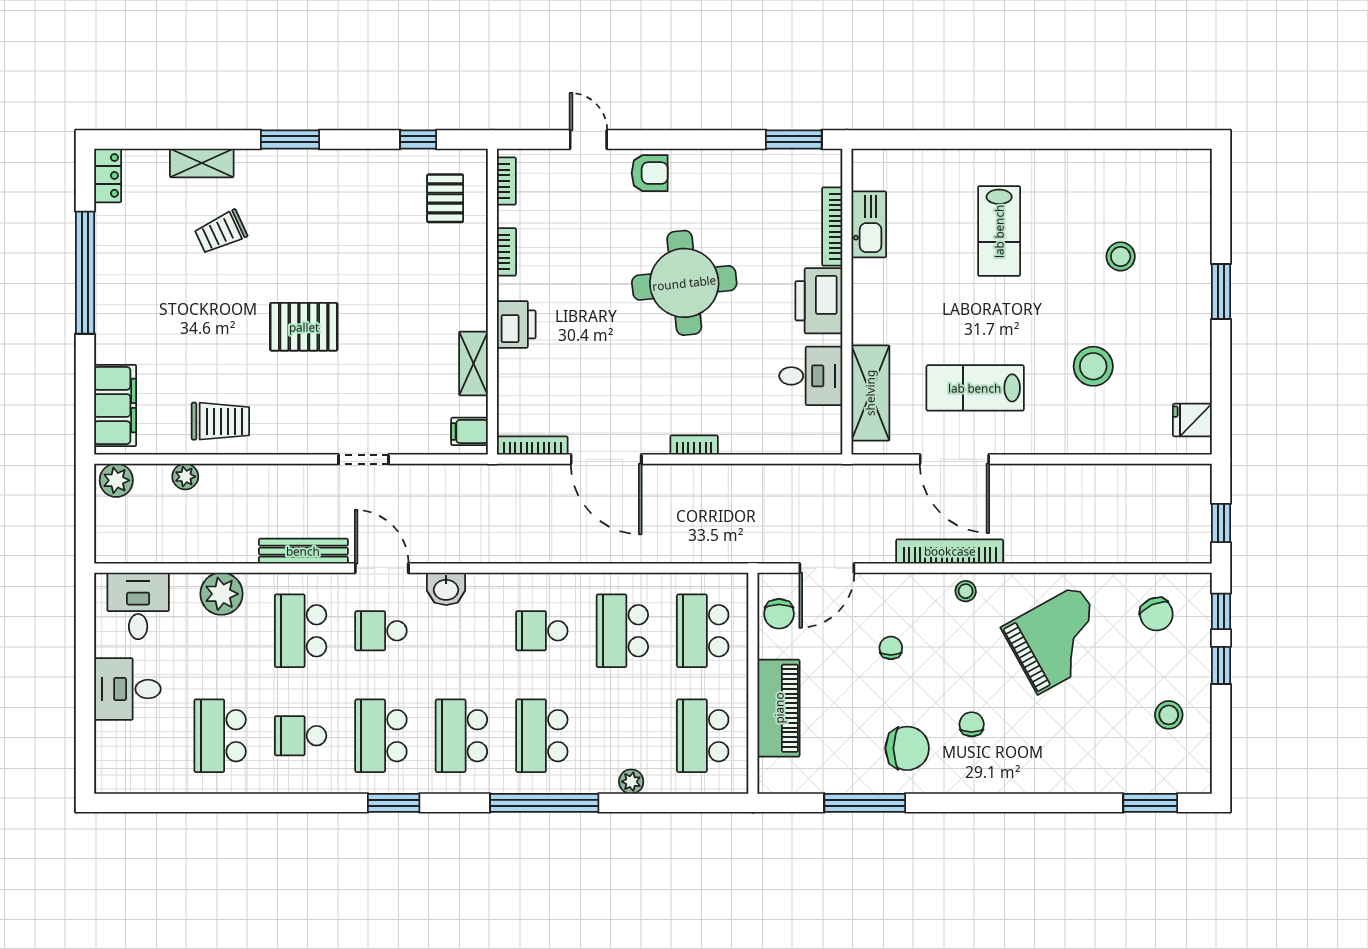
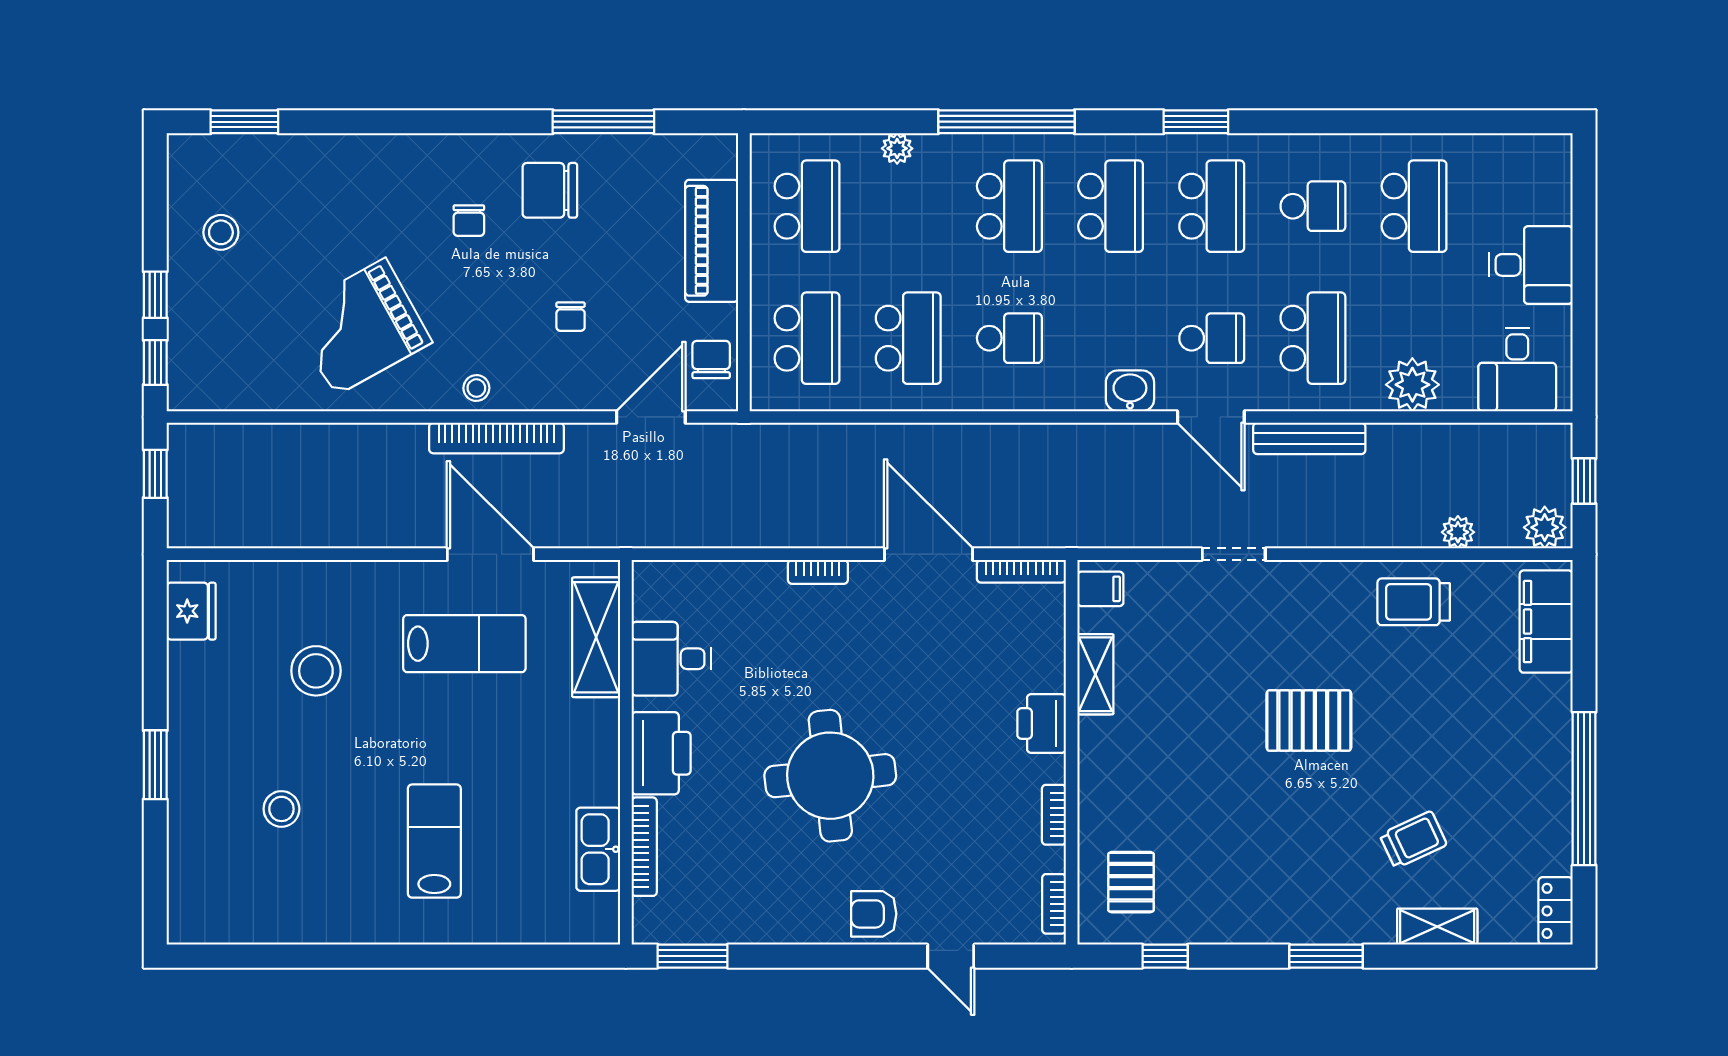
fridge: (1192, 420) -> (191, 611), width x1.38
window: (85, 517) -> (1584, 481), added
chair: (1156, 614) -> (236, 359), removed

